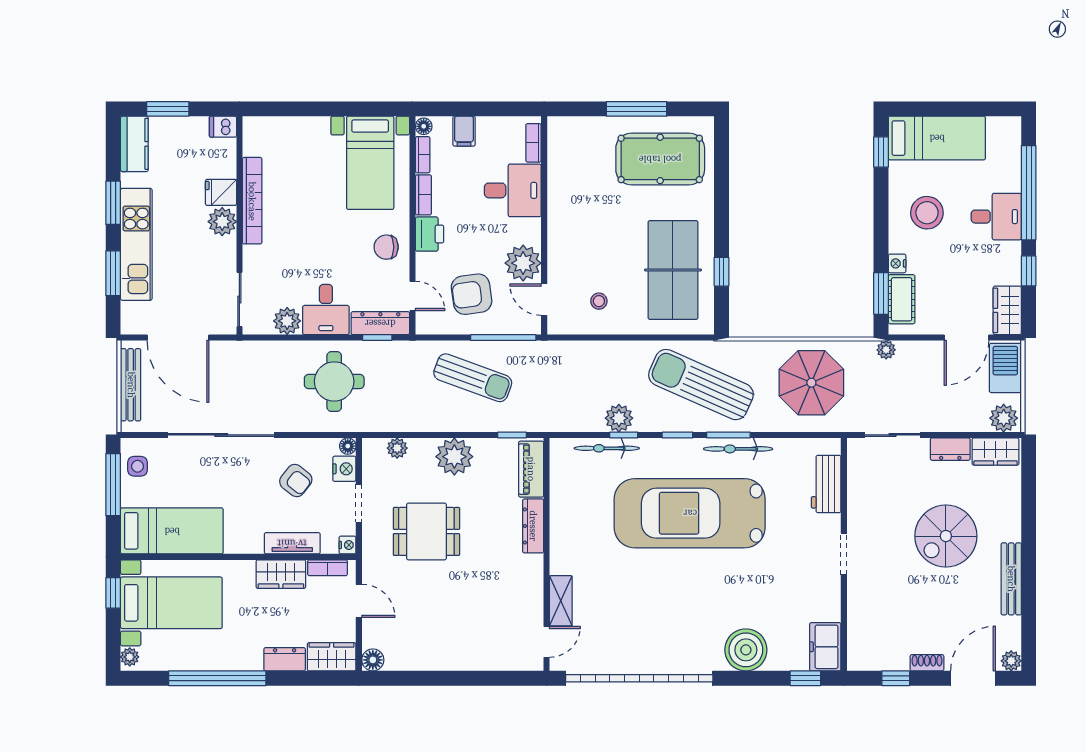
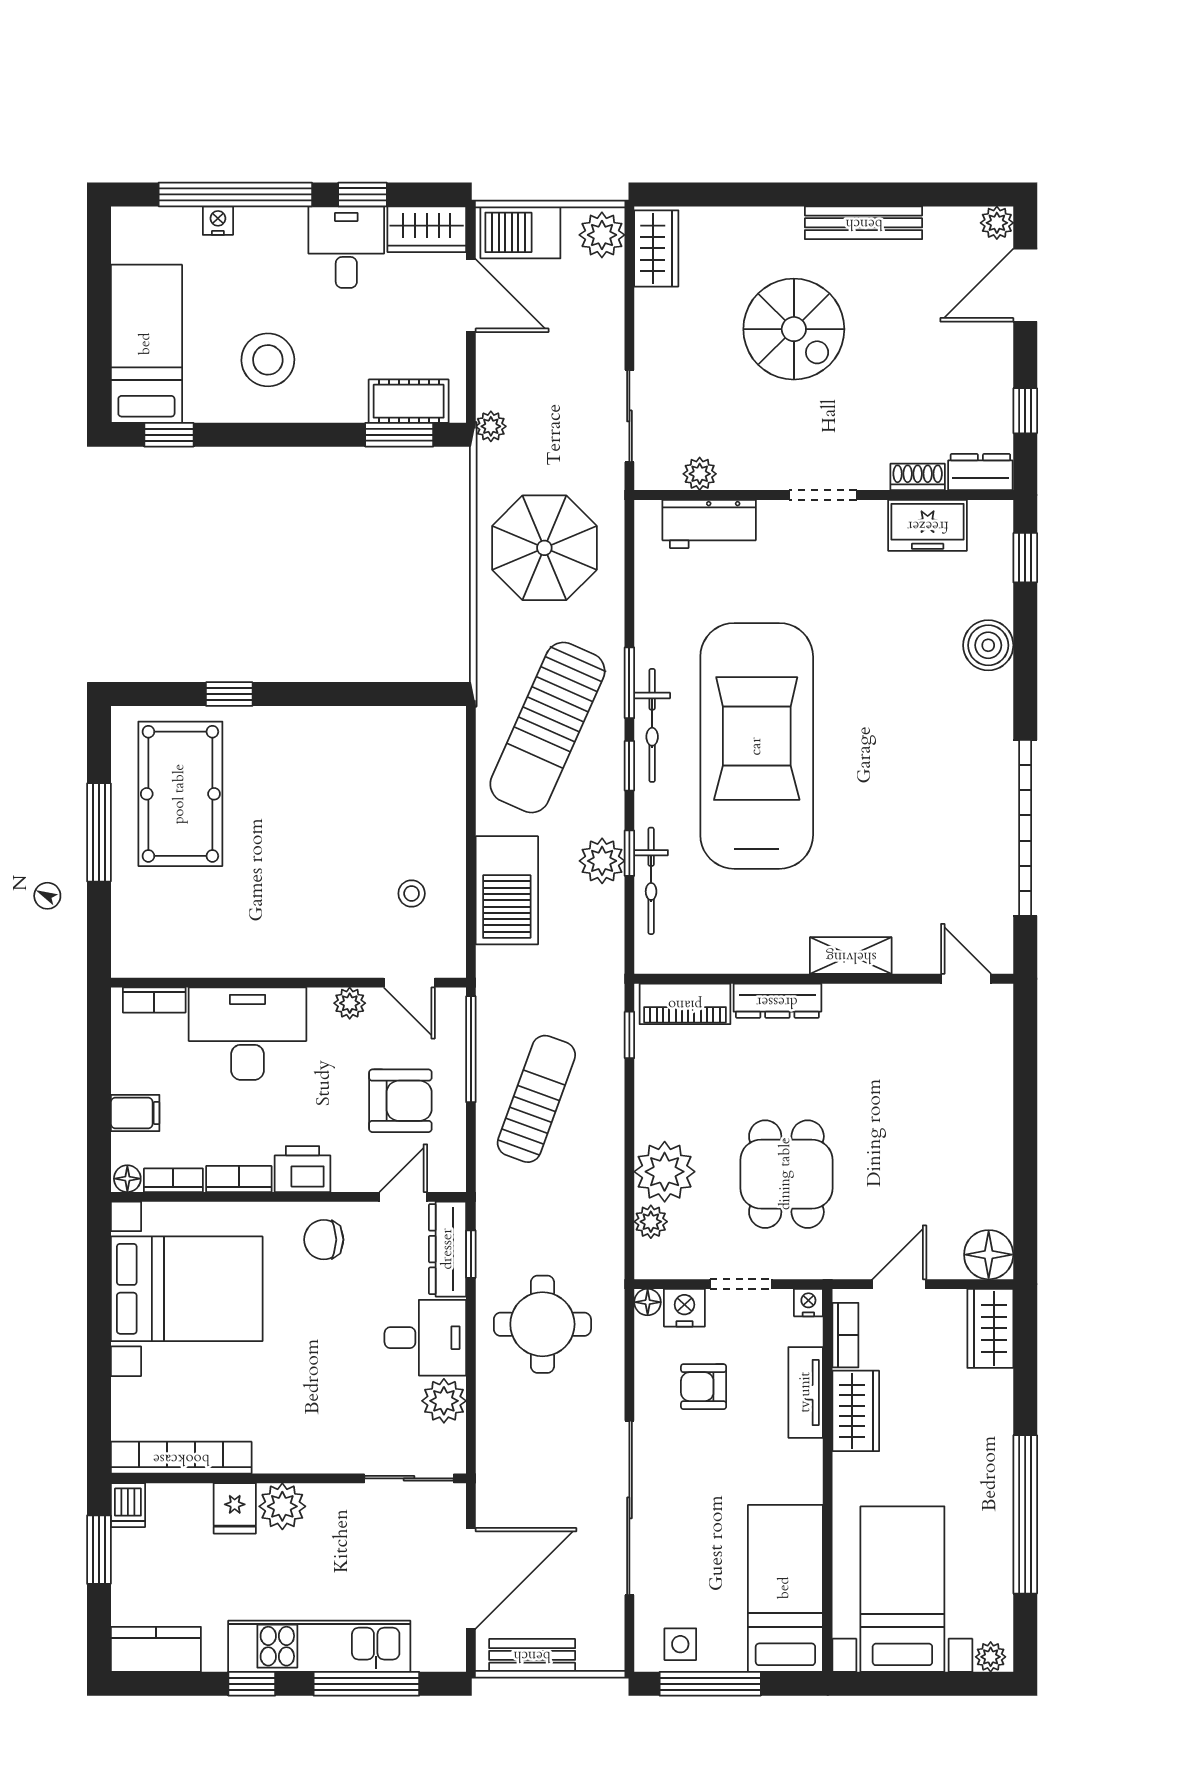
window: (168, 109) -> (99, 1550), moved
bed with nightstands: (370, 163) -> (187, 1289), width x1.36
desk: (513, 190) -> (247, 1034), width x1.37
bookcase: (252, 201) -> (181, 1458), moved
window: (113, 203) -> (252, 1684), width x0.67
desk: (996, 217) -> (346, 247), moved
chair: (386, 247) -> (324, 1240), turned 90
plant: (523, 263) -> (350, 1003), width x0.53, depth x0.53
nightstand: (897, 263) -> (218, 221), moved, turned 180
table tennis table: (673, 270) -> (361, 773), removed
window: (722, 272) -> (229, 694), moved
window: (113, 273) -> (366, 1684), width x1.44
armchair: (472, 294) -> (400, 1101), turned -82
door: (544, 300) -> (409, 983), hinge flipped
barbecue: (601, 360) -> (507, 890), added
bench: (131, 385) -> (532, 1655), width x0.73
bicycle: (738, 449) -> (652, 725), moved
dresser: (950, 449) -> (980, 472), moved, turned -90
plant: (454, 457) -> (665, 1172), moved
plant: (857, 478) -> (700, 474), added
armchair: (296, 481) -> (704, 1387), turned -128
car: (690, 513) -> (757, 746), turned 180
window: (113, 593) -> (886, 1684), removed
shelving: (561, 601) -> (851, 956), moved
freezer: (825, 647) -> (928, 525), moved
boiler: (746, 650) -> (988, 645), width x0.73, depth x0.73
dresser: (285, 659) -> (994, 1405), removed
floor lamp: (373, 660) -> (989, 1255), width x1.38, depth x1.38
shoe rack: (927, 663) -> (918, 477), moved, turned 90
garage door: (639, 678) -> (1025, 828), width x0.73
door: (973, 678) -> (1025, 285), hinge flipped

